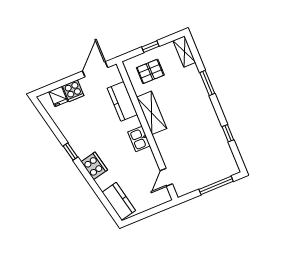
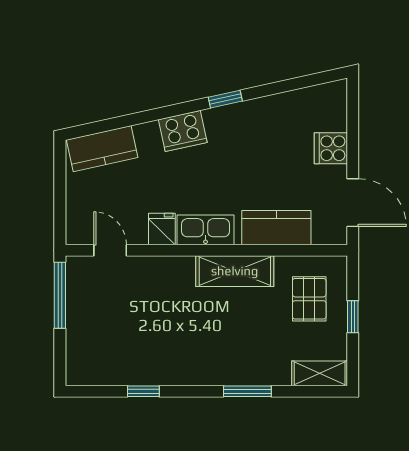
fridge: (58, 97) -> (162, 229), moved, turned 90
kitchen sink: (139, 139) -> (206, 230), width x1.38
window: (216, 185) -> (60, 295), moved

